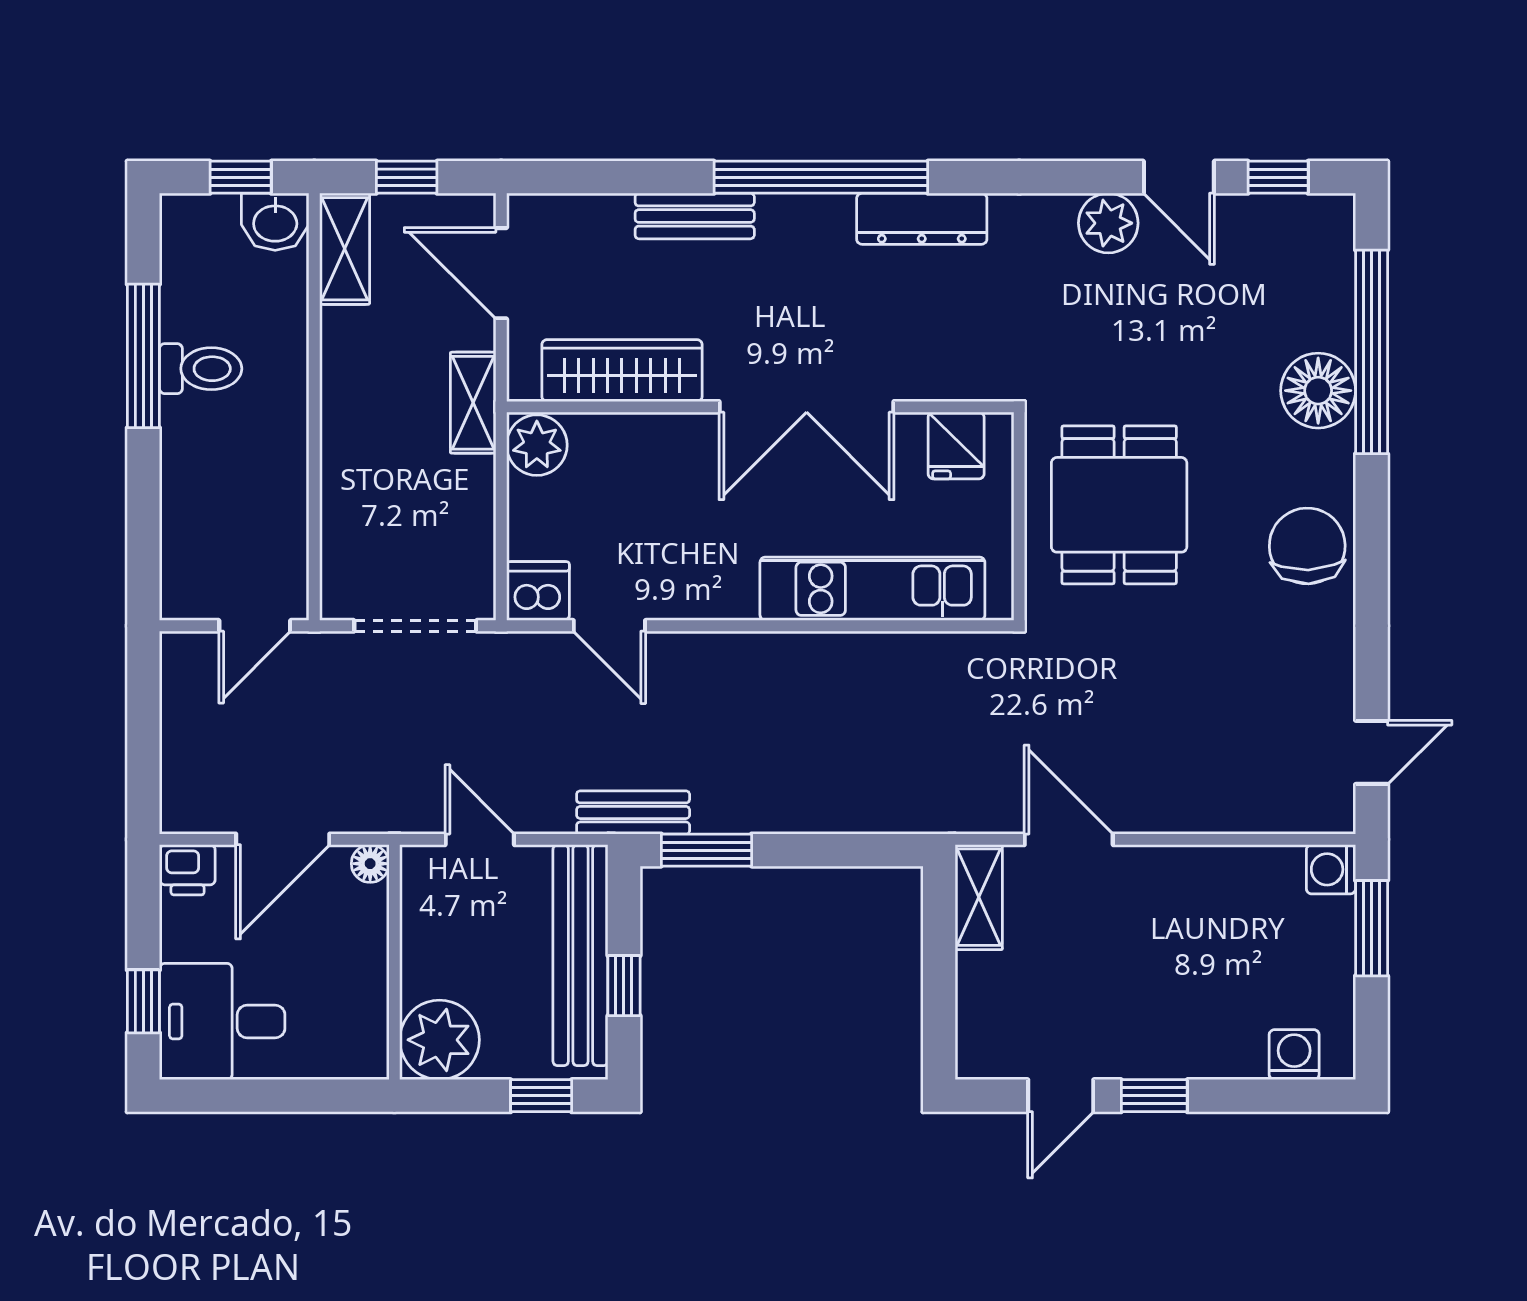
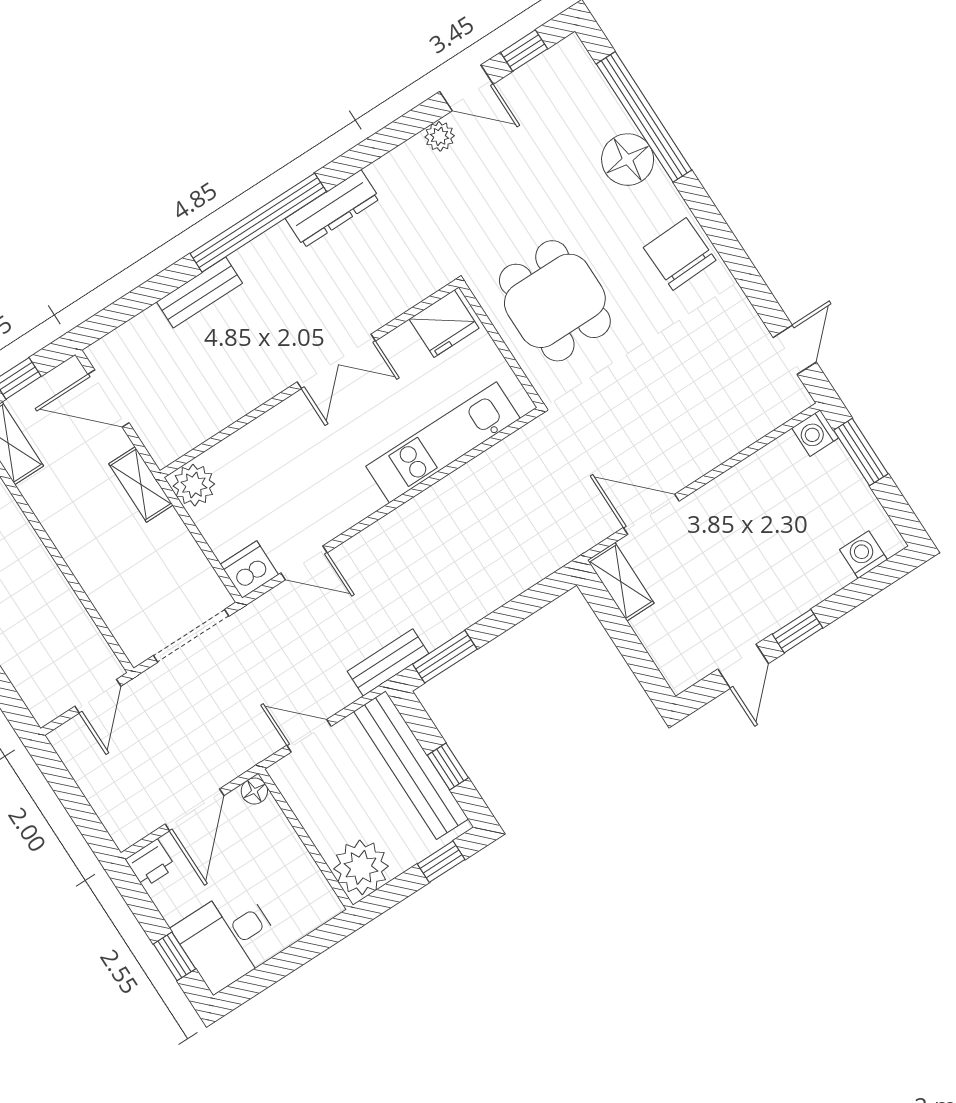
plant: (1108, 223) -> (440, 136), width x0.73, depth x0.73
wardrobe: (622, 371) -> (215, 410), removed
double door: (807, 407) -> (336, 361), width x0.73
fridge: (956, 446) -> (444, 324), width x1.38

